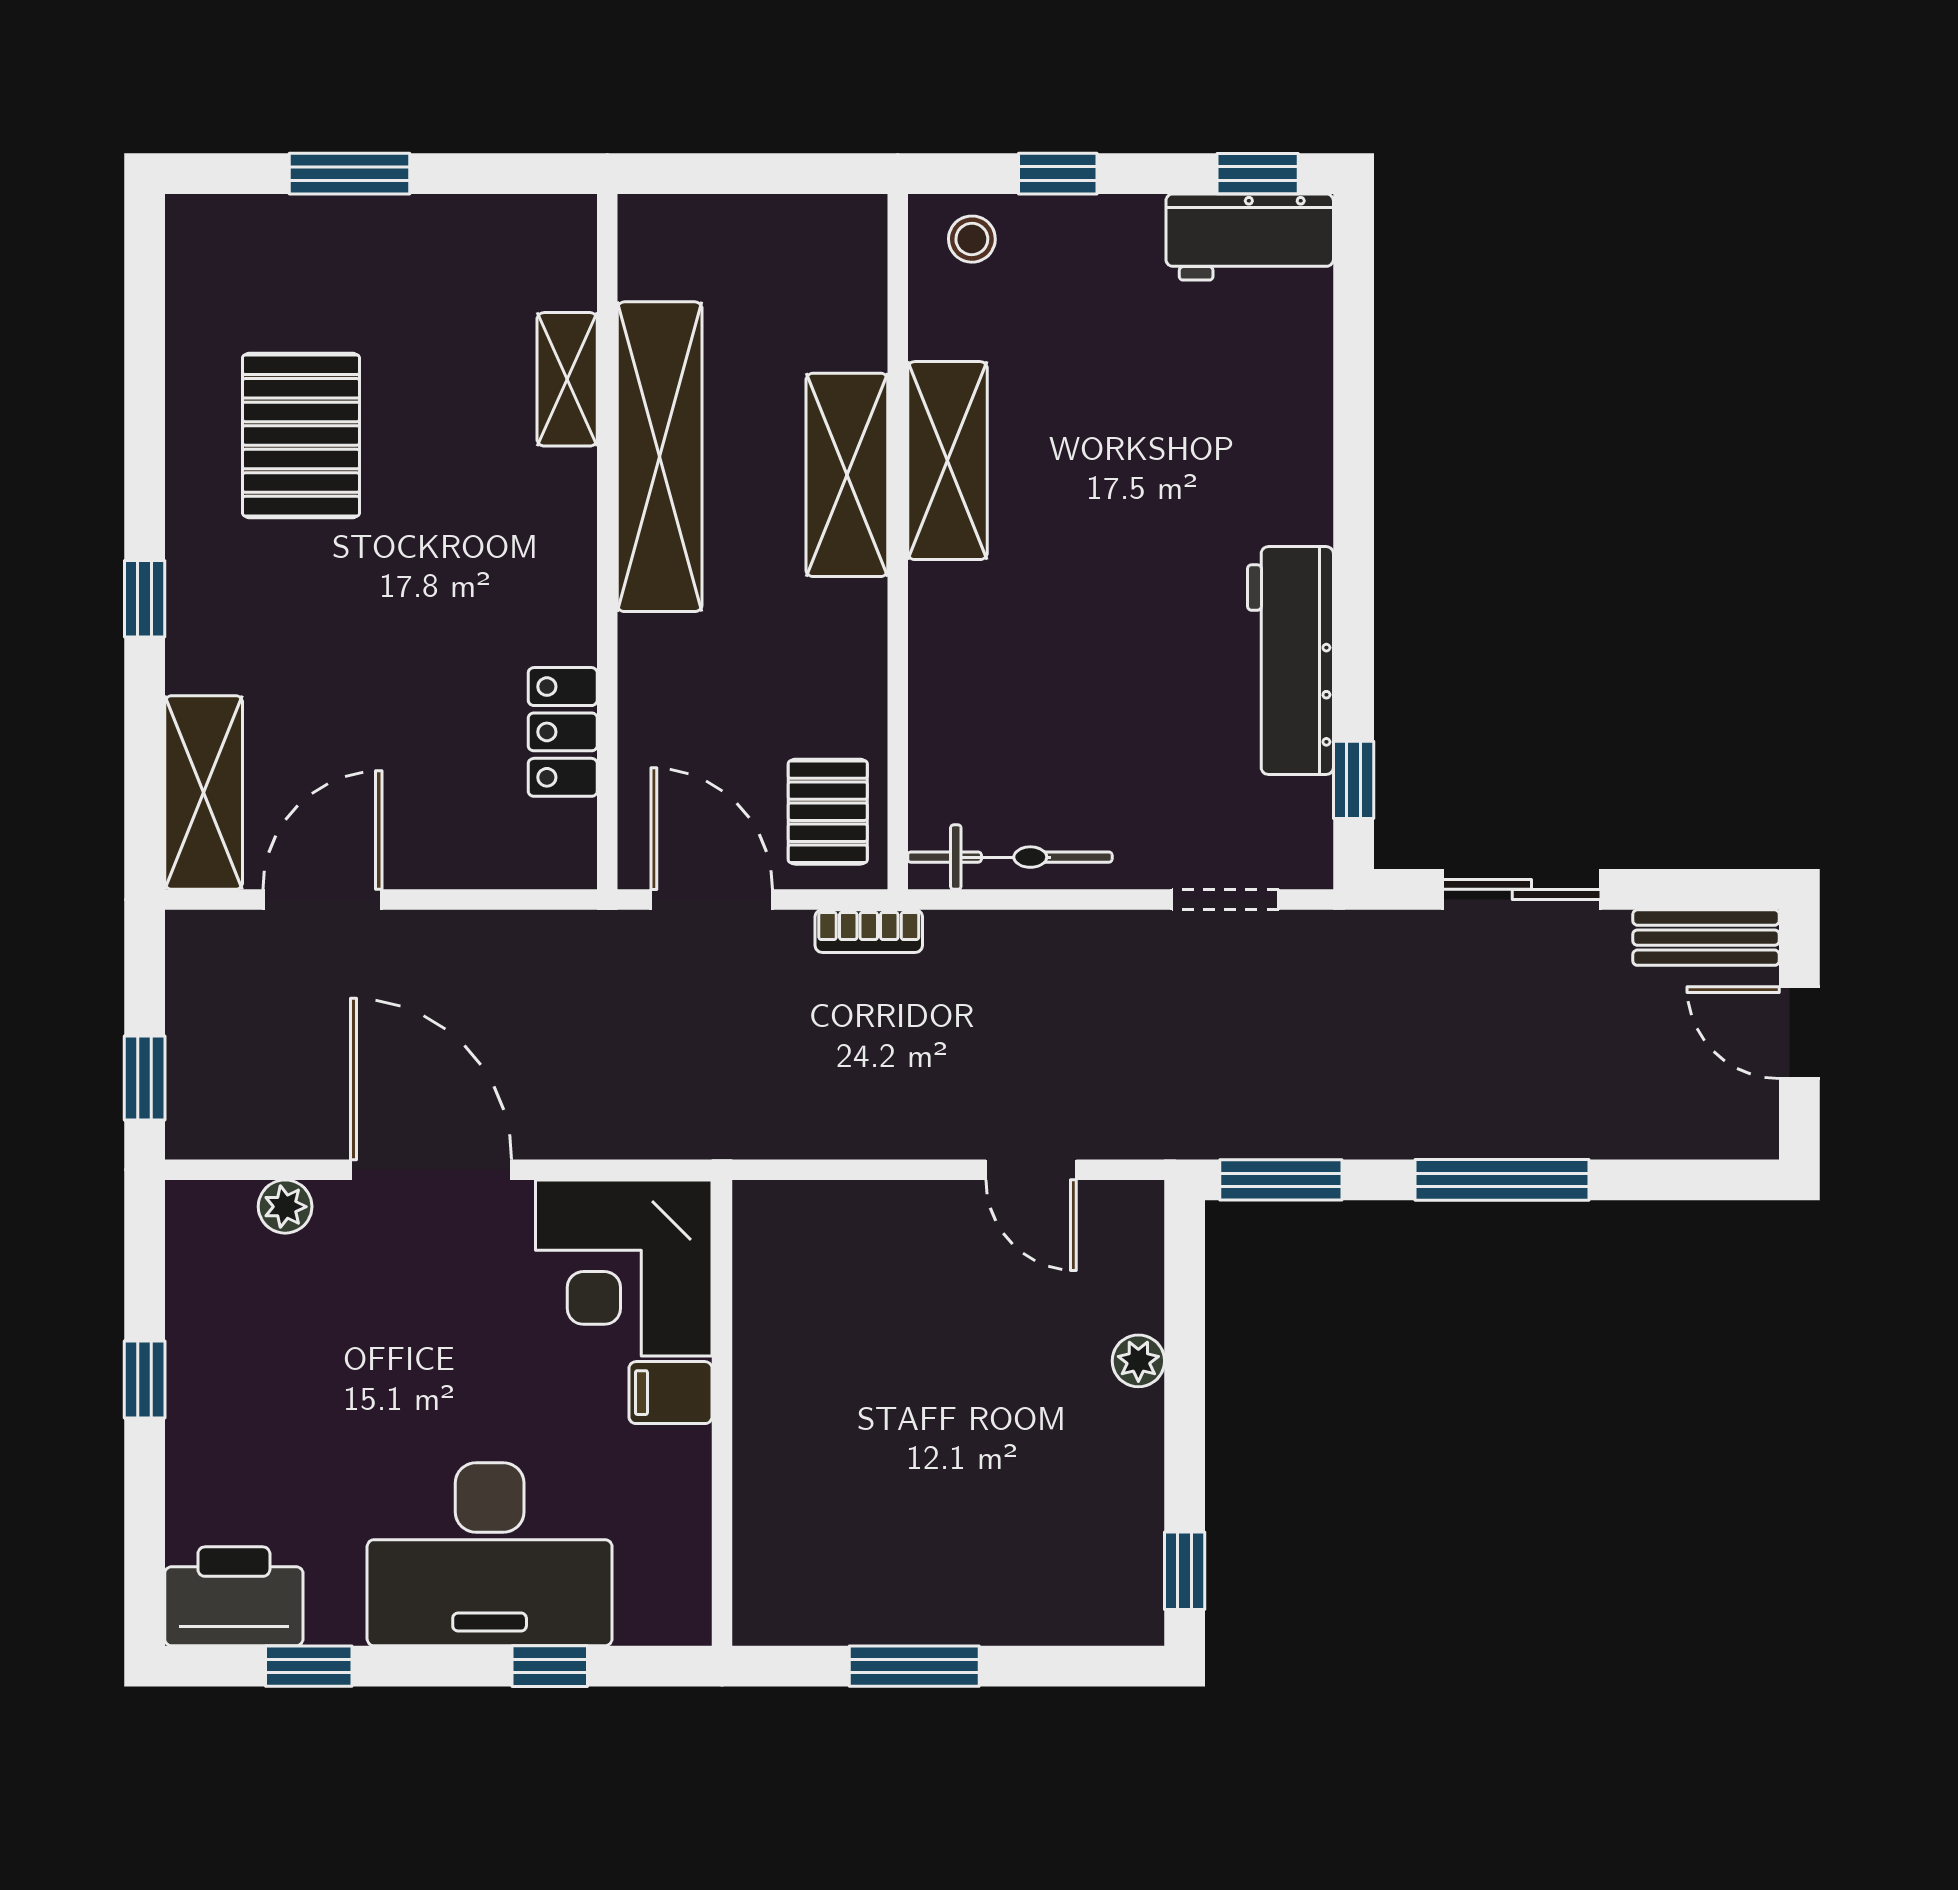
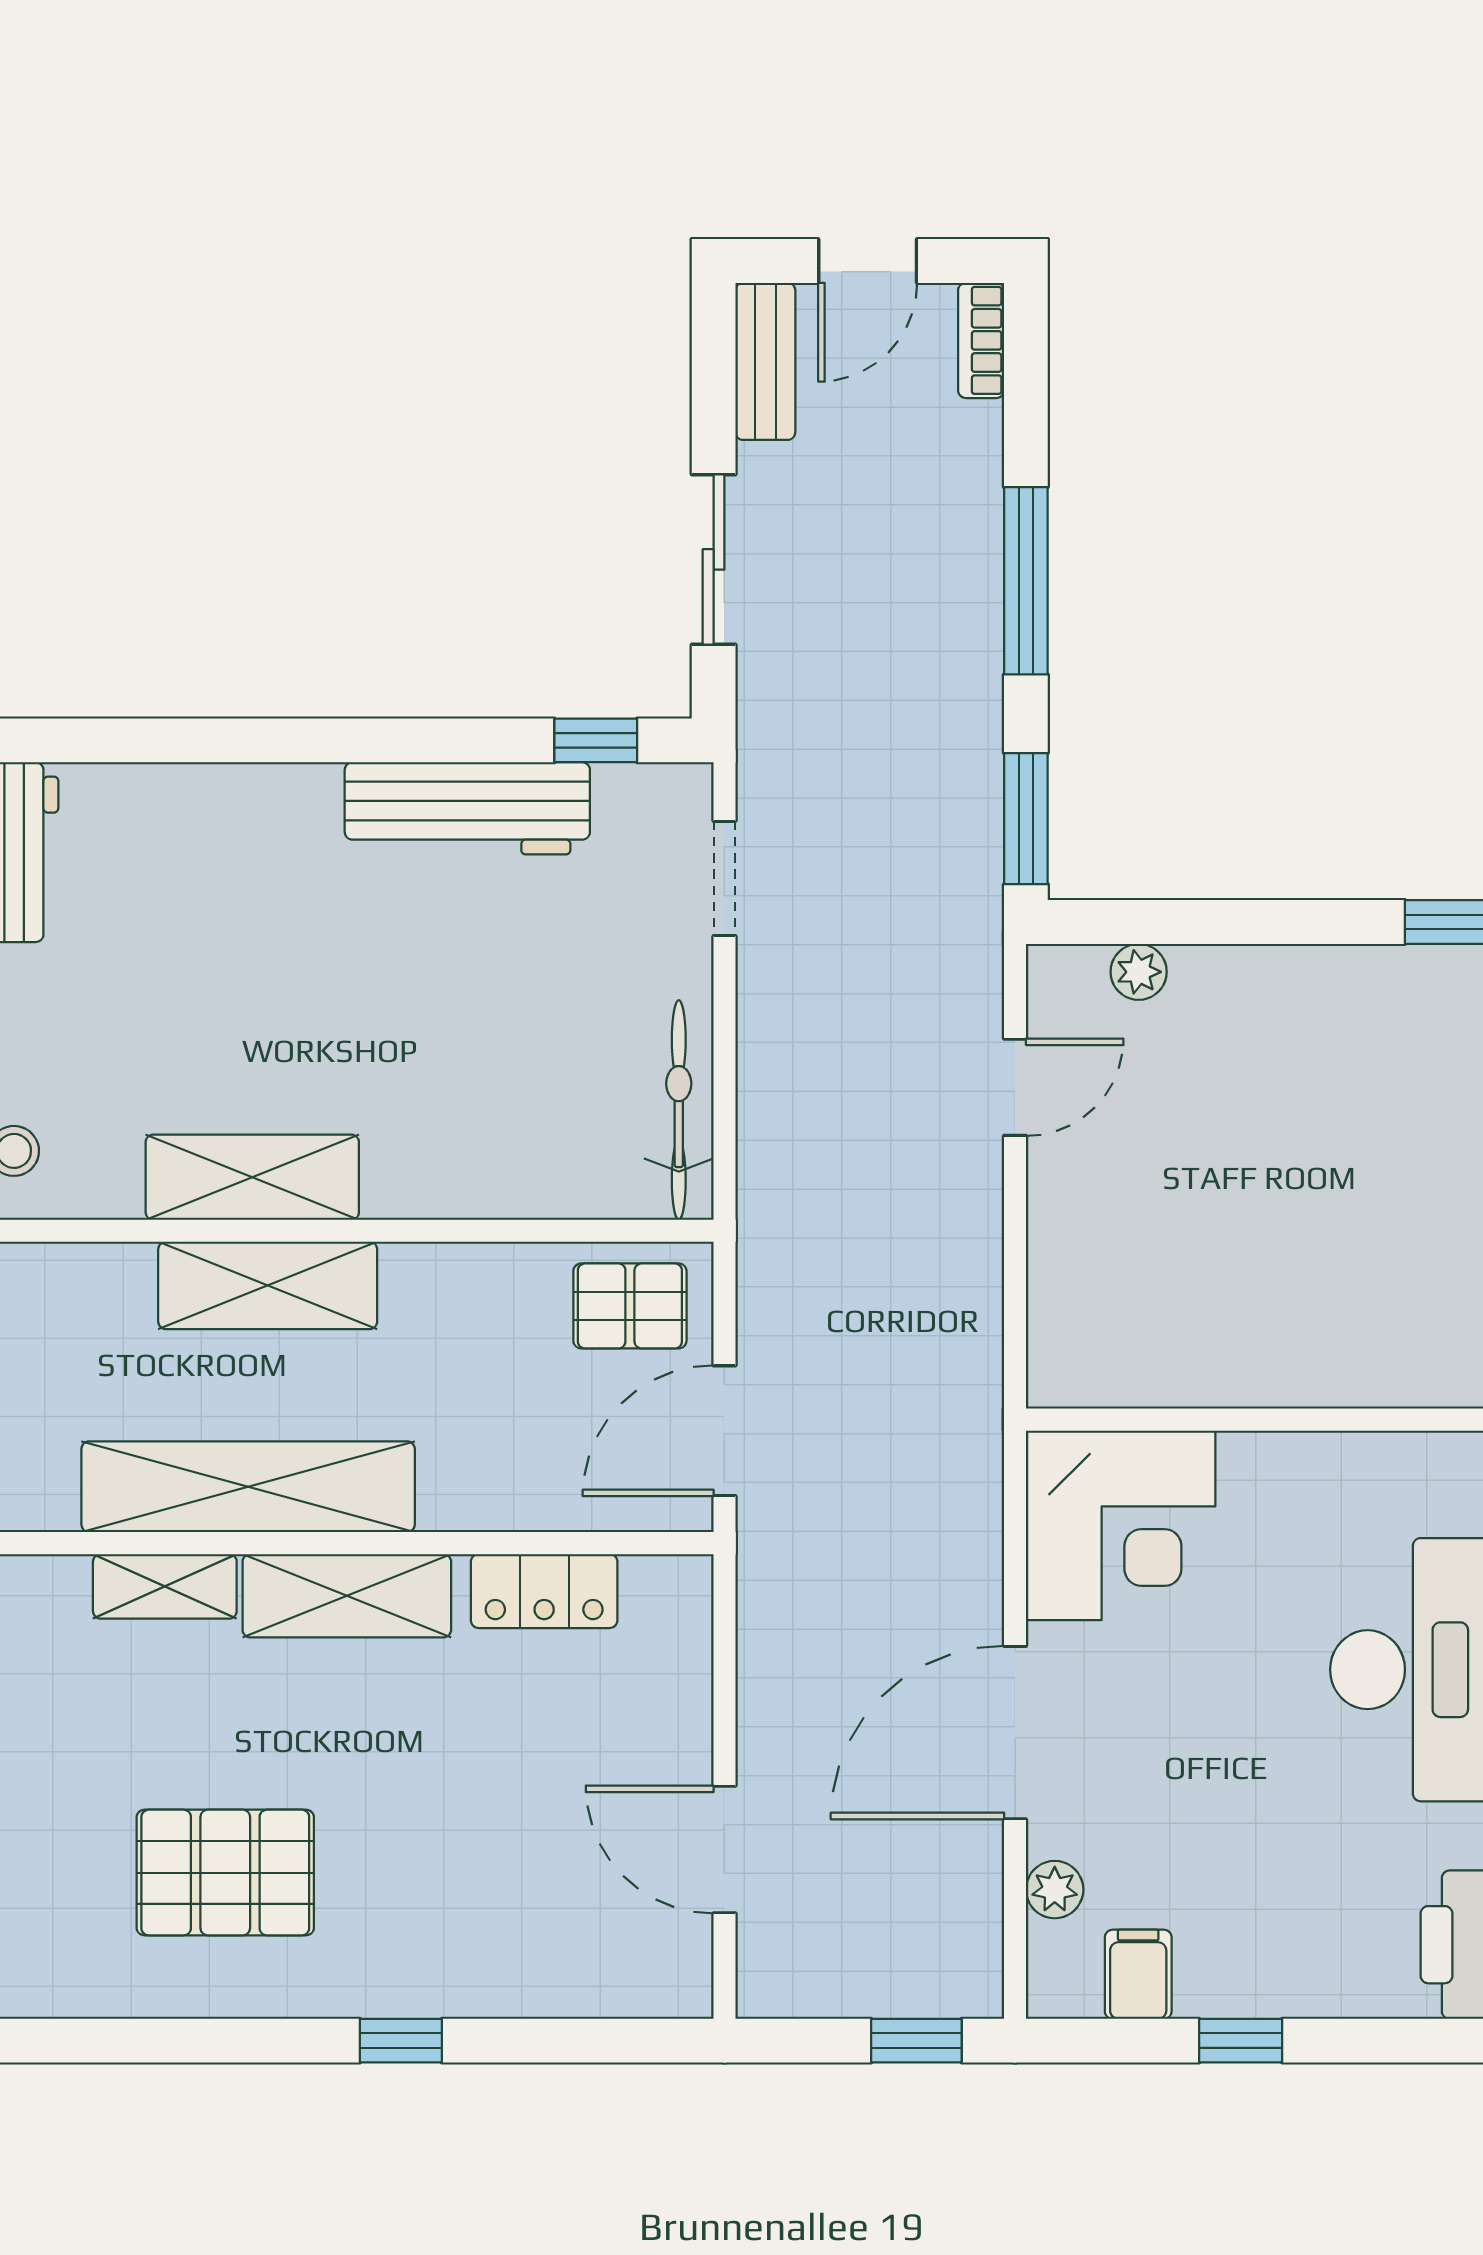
shelving: (204, 792) -> (347, 1596), moved
bookcase: (869, 931) -> (981, 340), moved, turned 180
plant: (1138, 1361) -> (1139, 972), moved
filing cabinet: (670, 1393) -> (1138, 1974), moved, turned 180

